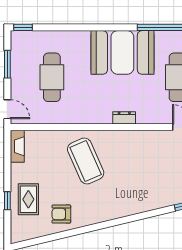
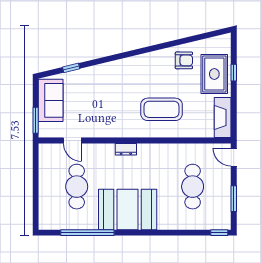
fireplace: (17, 146) -> (223, 117), width x1.37, depth x1.32
coffee table: (86, 161) -> (161, 109), turned -66
rug: (28, 199) -> (214, 74), width x1.36, depth x1.43

